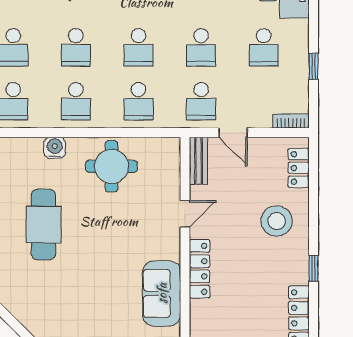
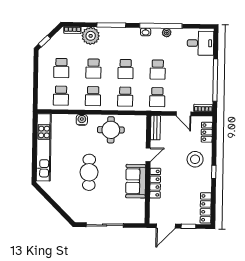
school desk: (264, 47) -> (190, 70), removed
window: (314, 66) -> (215, 80), width x3.17
door: (233, 133) -> (183, 114), moved
cafe table: (43, 225) -> (89, 172), moved
window: (314, 268) -> (214, 172), moved
sofa: (162, 293) -> (136, 181), moved

